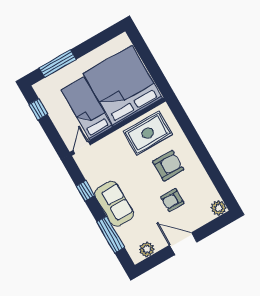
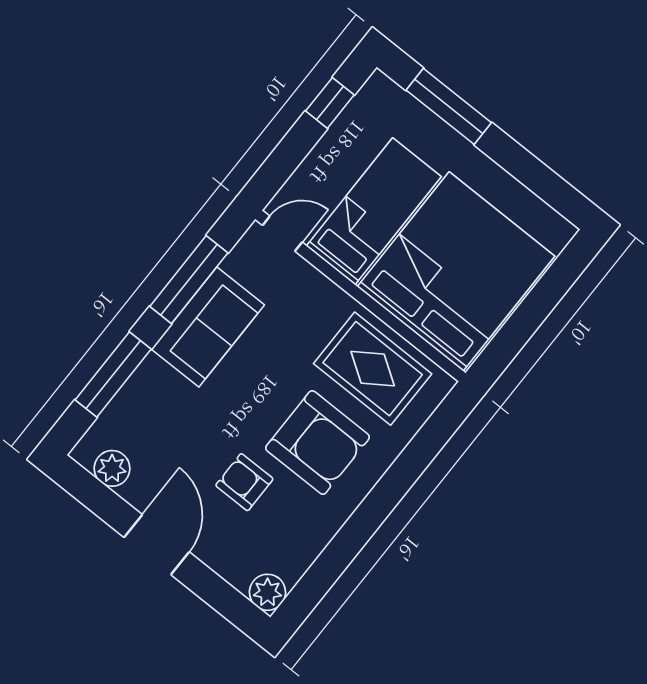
armchair: (168, 166) -> (318, 443), width x1.36, depth x1.36
window: (85, 191) -> (189, 280), width x2.17
sofa: (114, 204) -> (208, 327), moved

